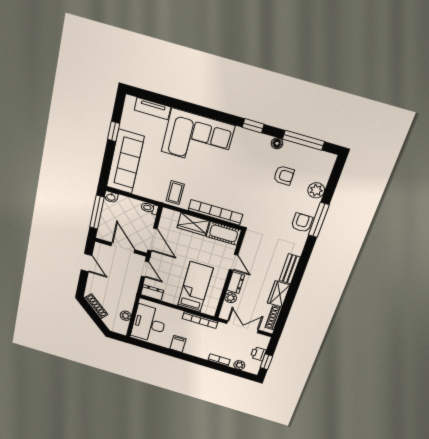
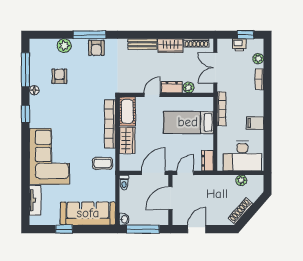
armchair: (302, 223) -> (96, 48), turned -90

